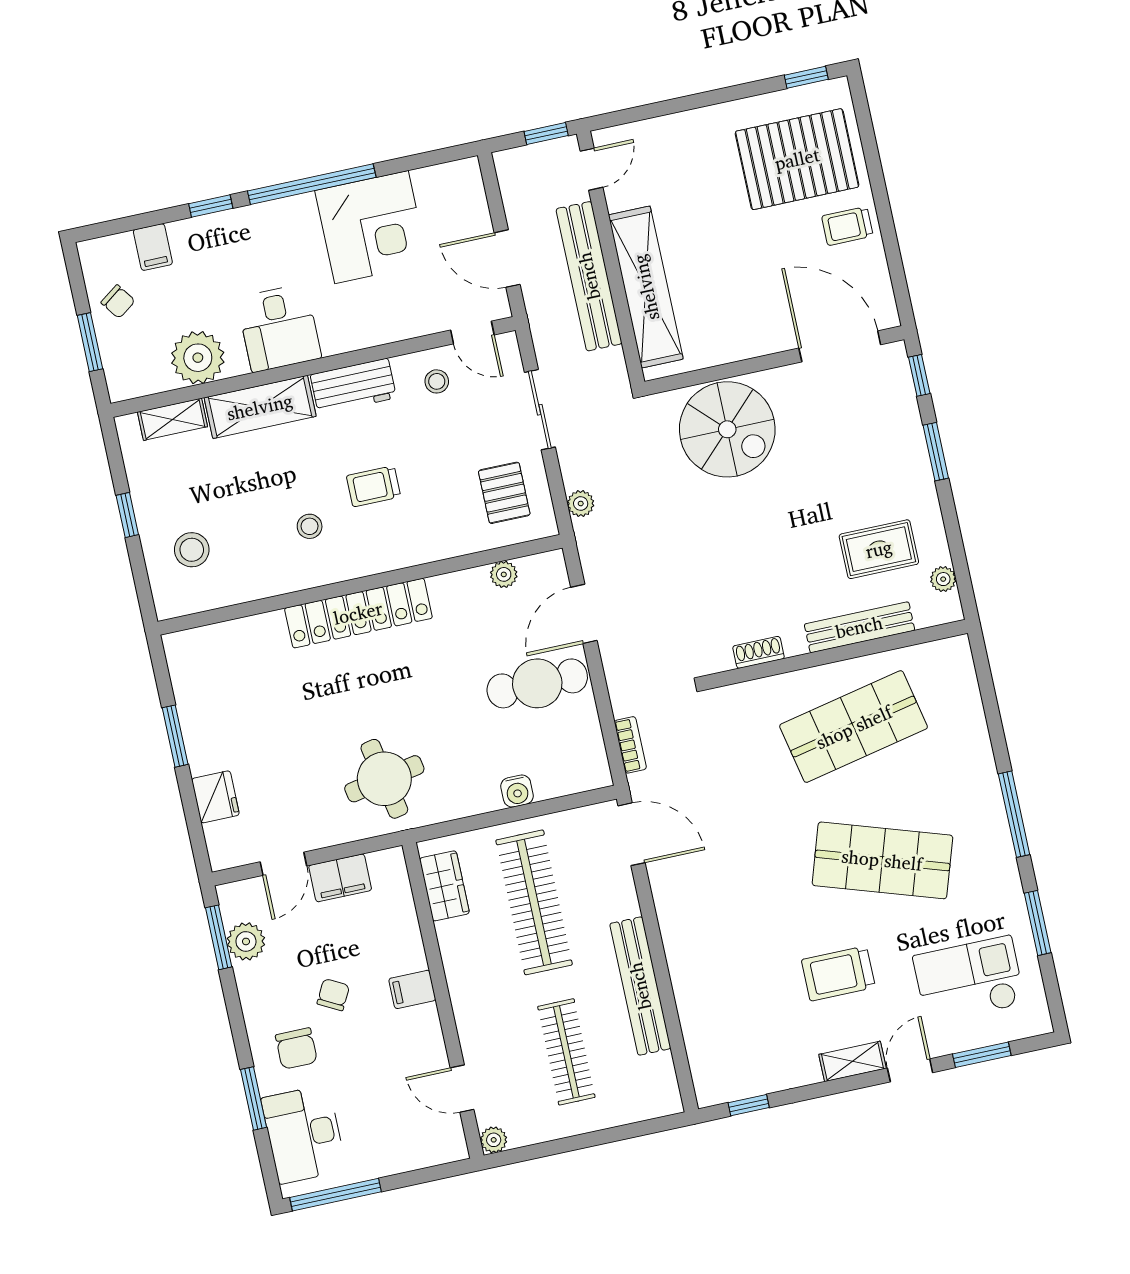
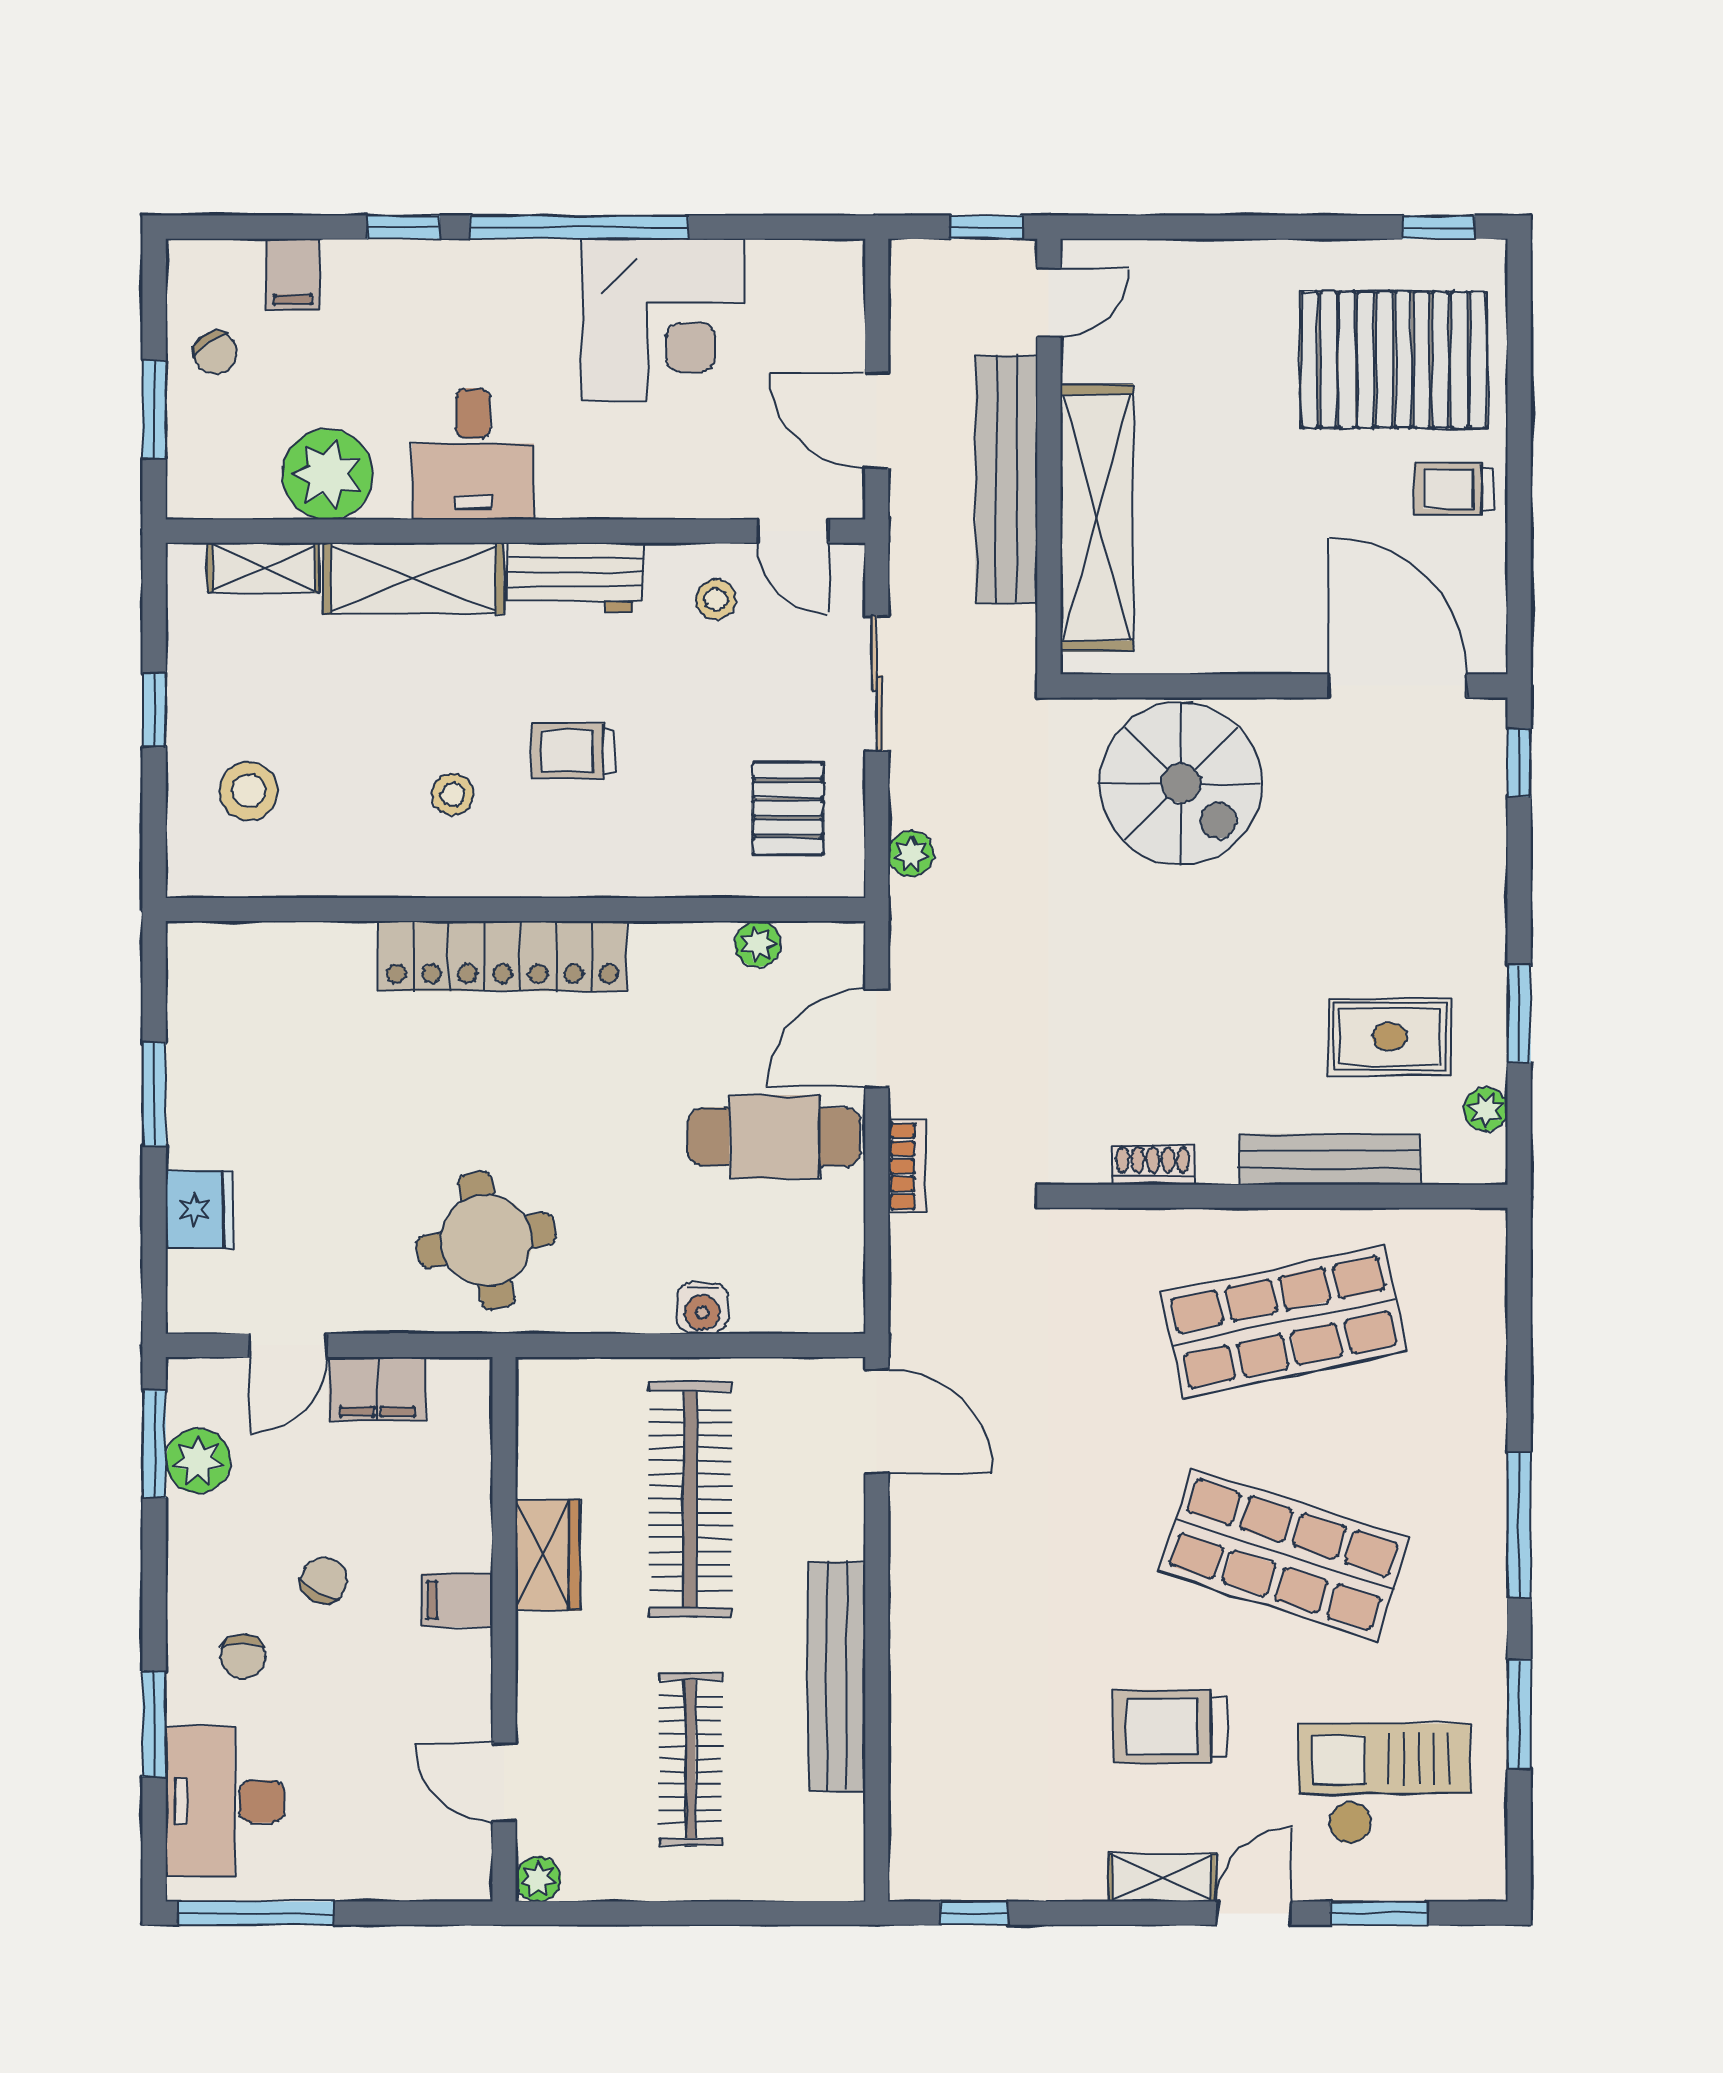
window: (936, 452) -> (1519, 1014), moved
bookcase: (630, 745) -> (907, 1166), moved
wardrobe: (444, 886) -> (547, 1555), moved
chair: (296, 1049) -> (243, 1657), width x0.73, depth x0.73

